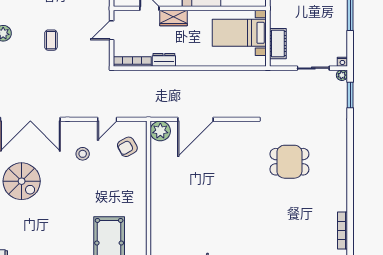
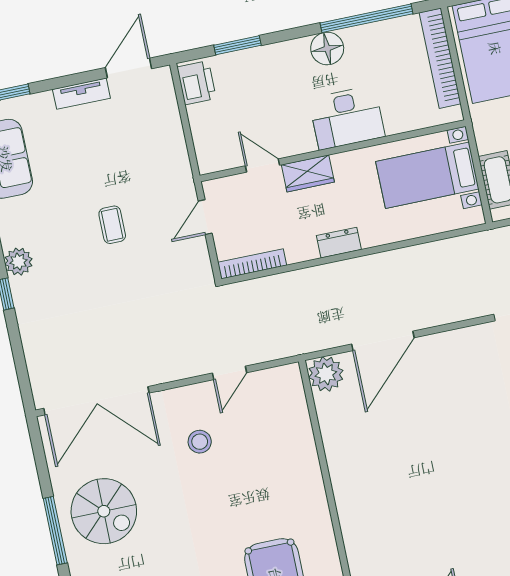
coffee table: (51, 40) -> (112, 225), moved
dresser: (164, 60) -> (339, 243), moved
armchair: (127, 147) -> (275, 413), removed

